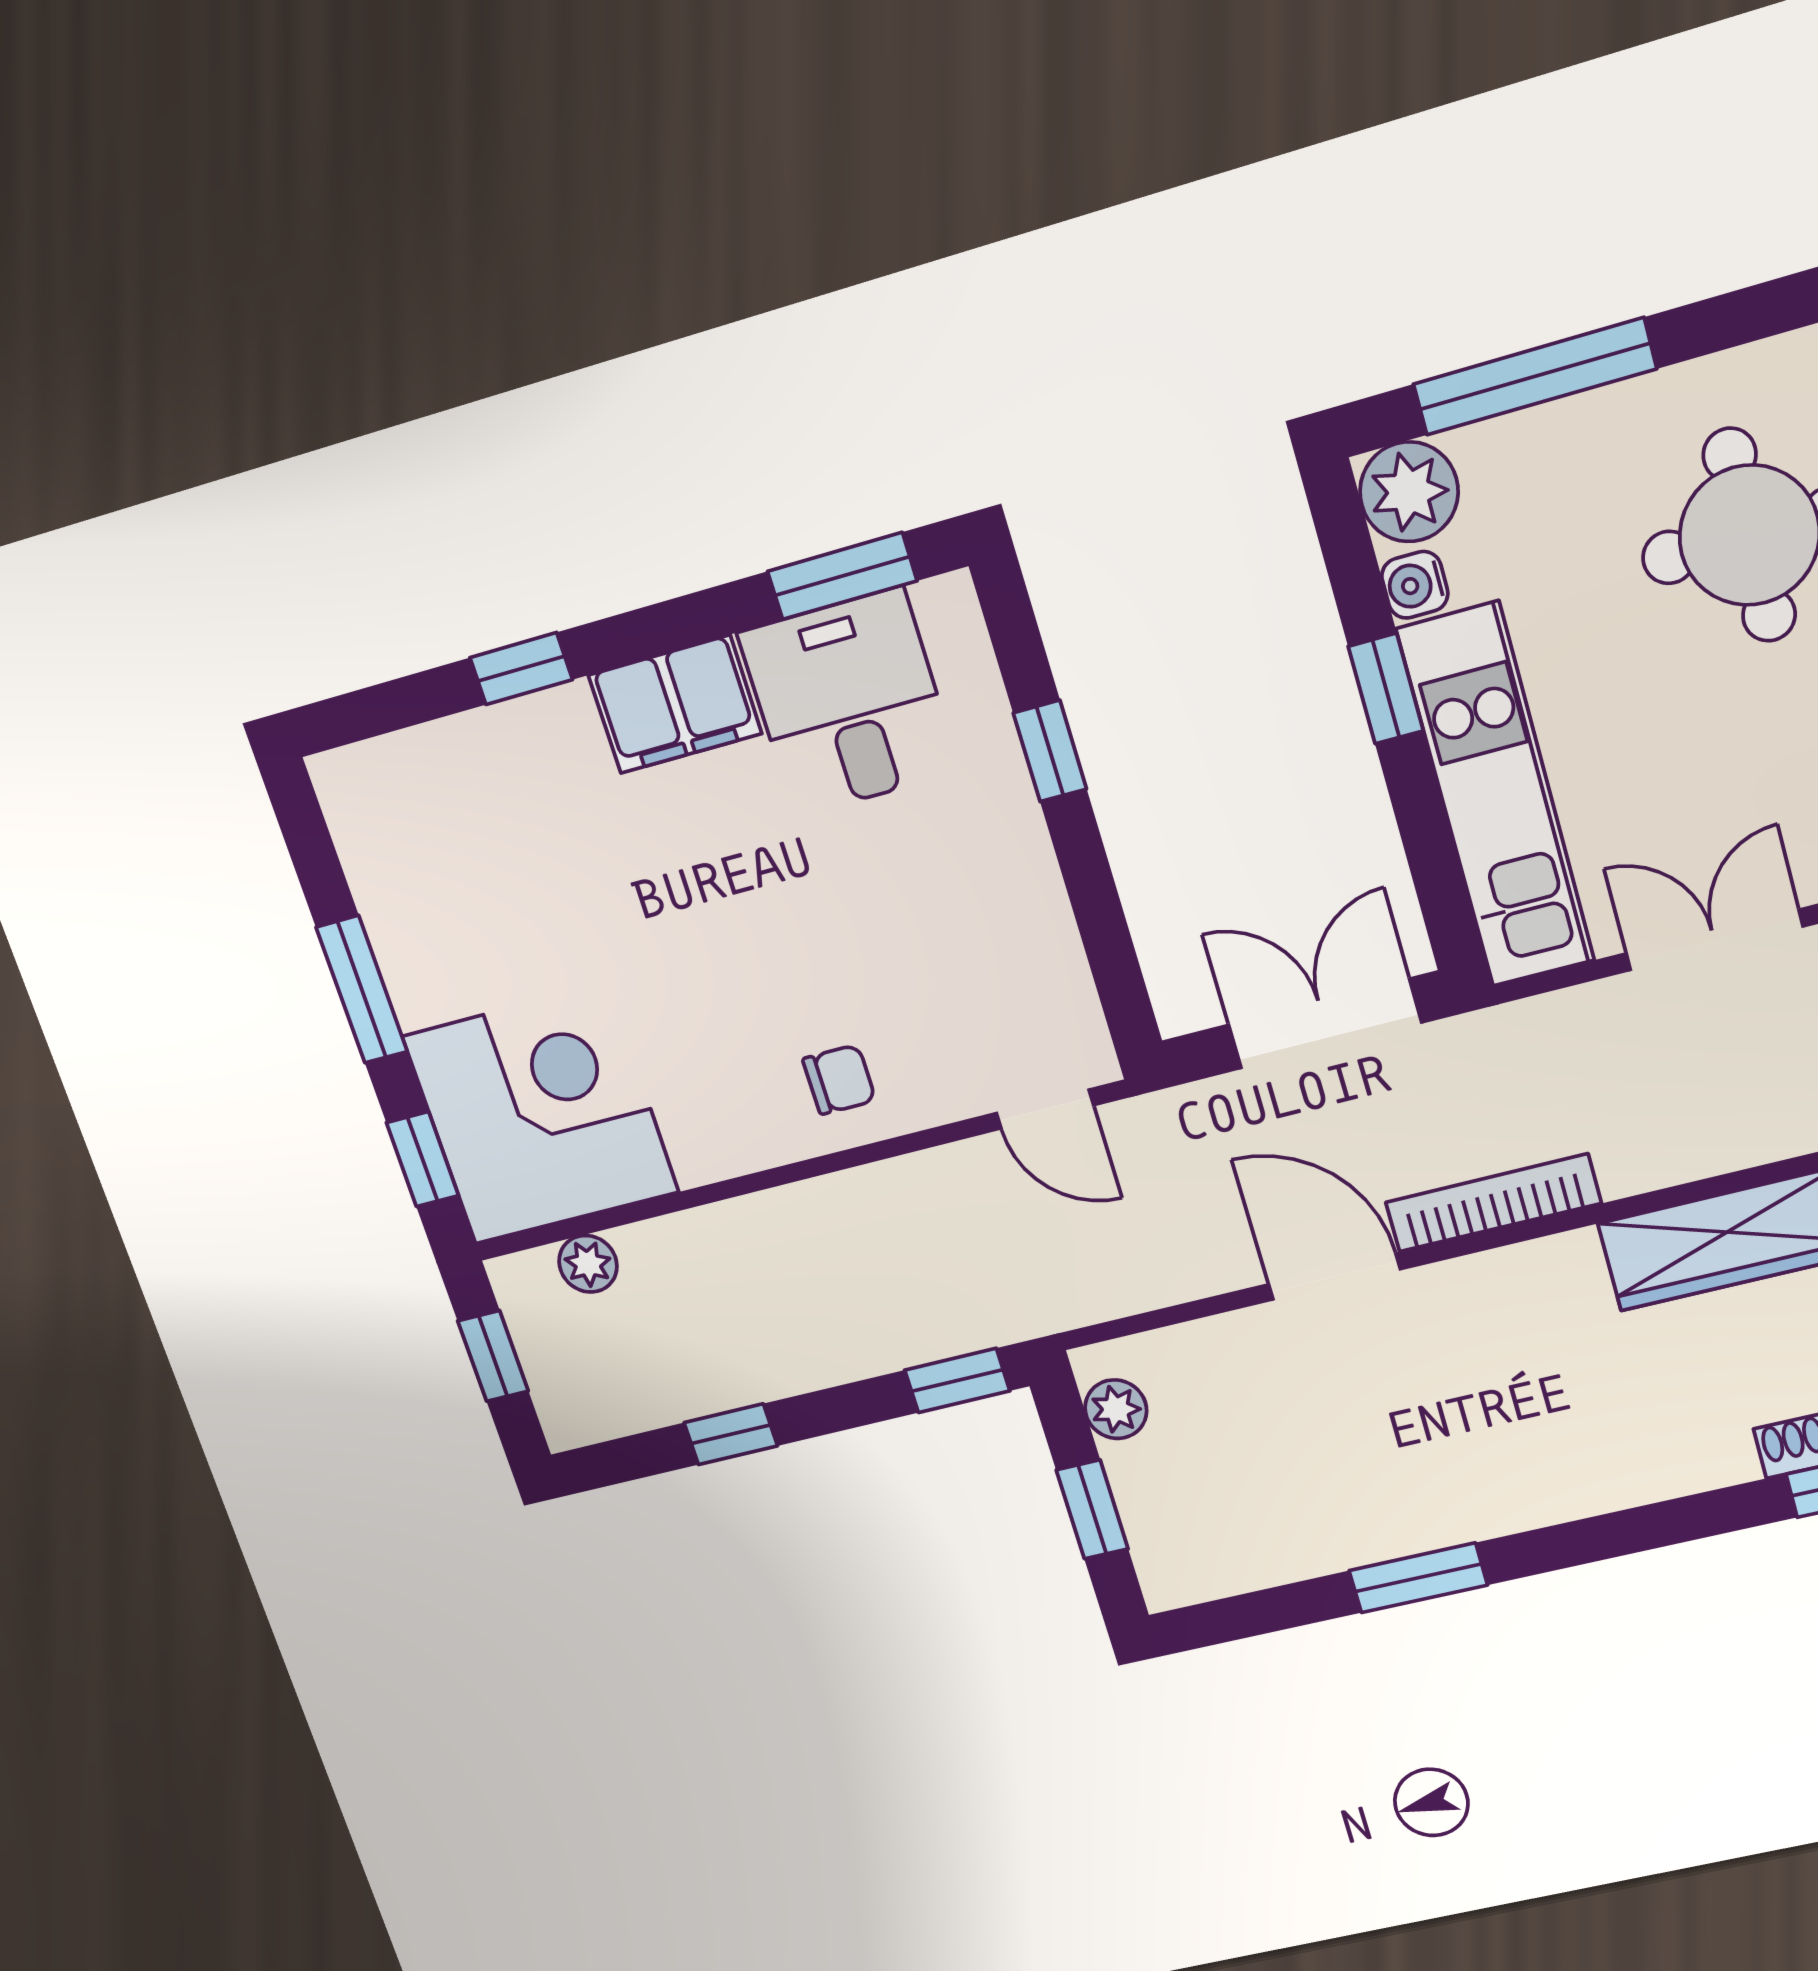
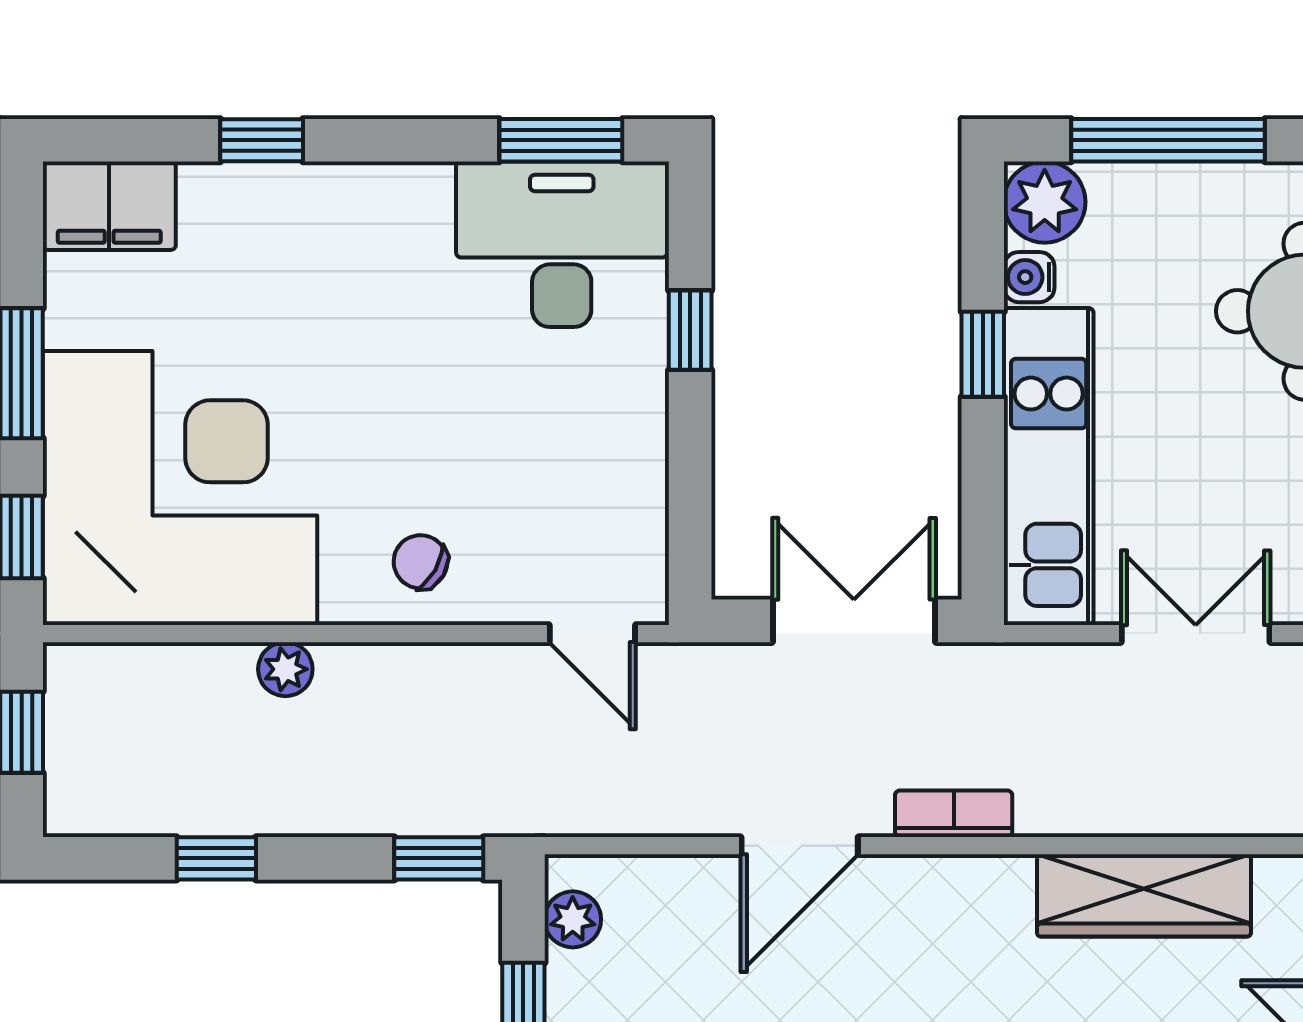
desk: (849, 702) -> (562, 244), width x1.37
filing cabinet: (675, 704) -> (109, 206), moved
chair: (839, 1080) -> (420, 562), turned -150
corner desk: (541, 1114) -> (180, 488), width x1.36, depth x1.36
bookcase: (1493, 1203) -> (954, 814), width x0.64
plant: (588, 1264) -> (285, 669), moved
door: (1334, 1277) -> (800, 846), swing flipped

